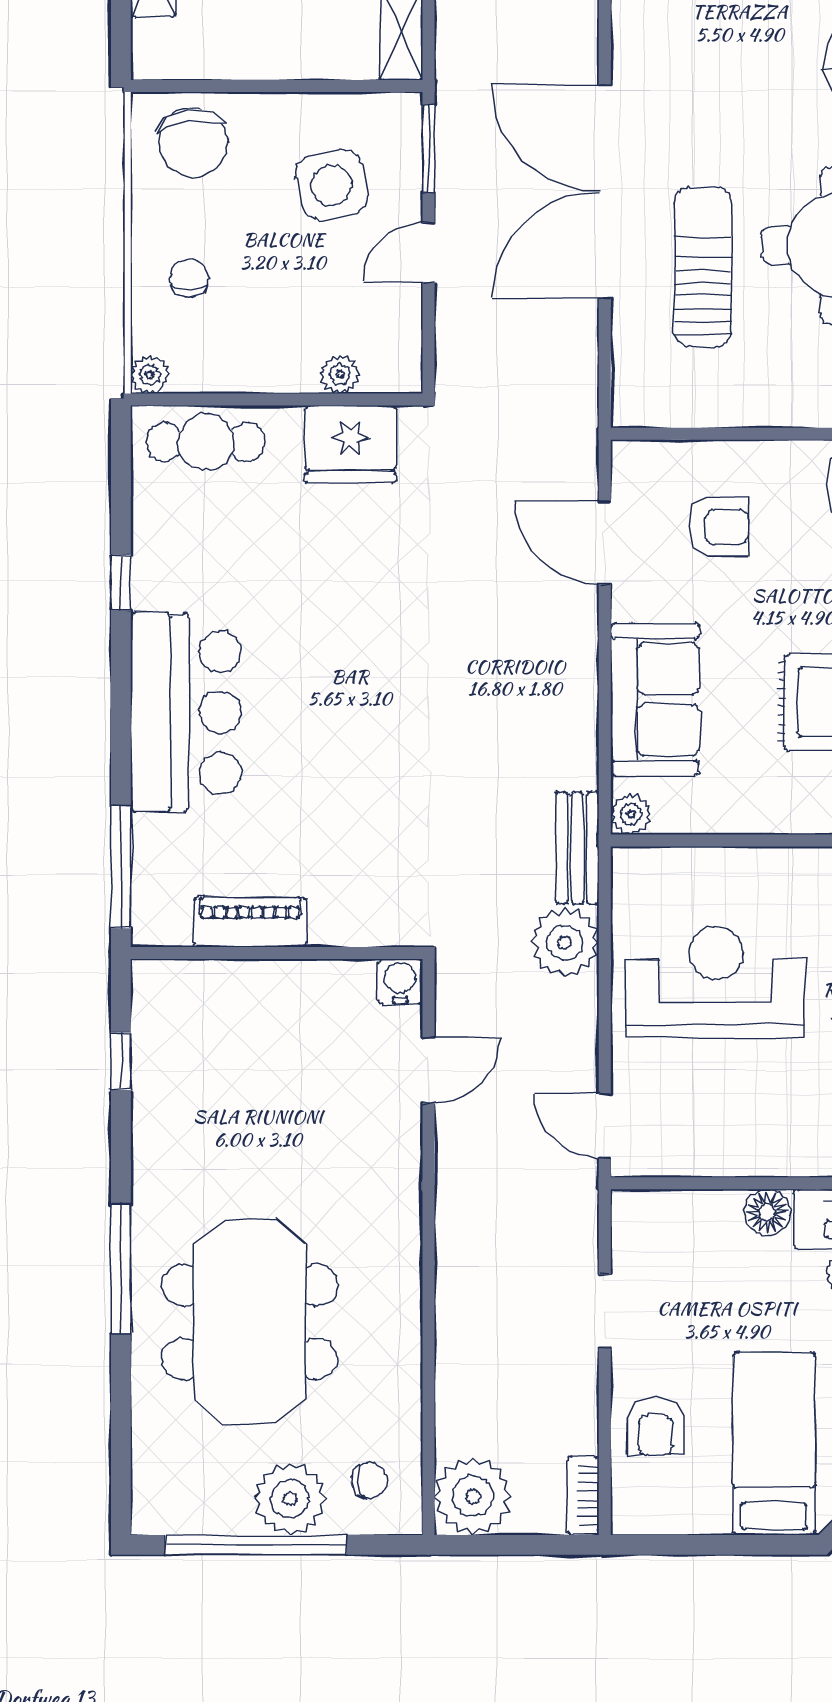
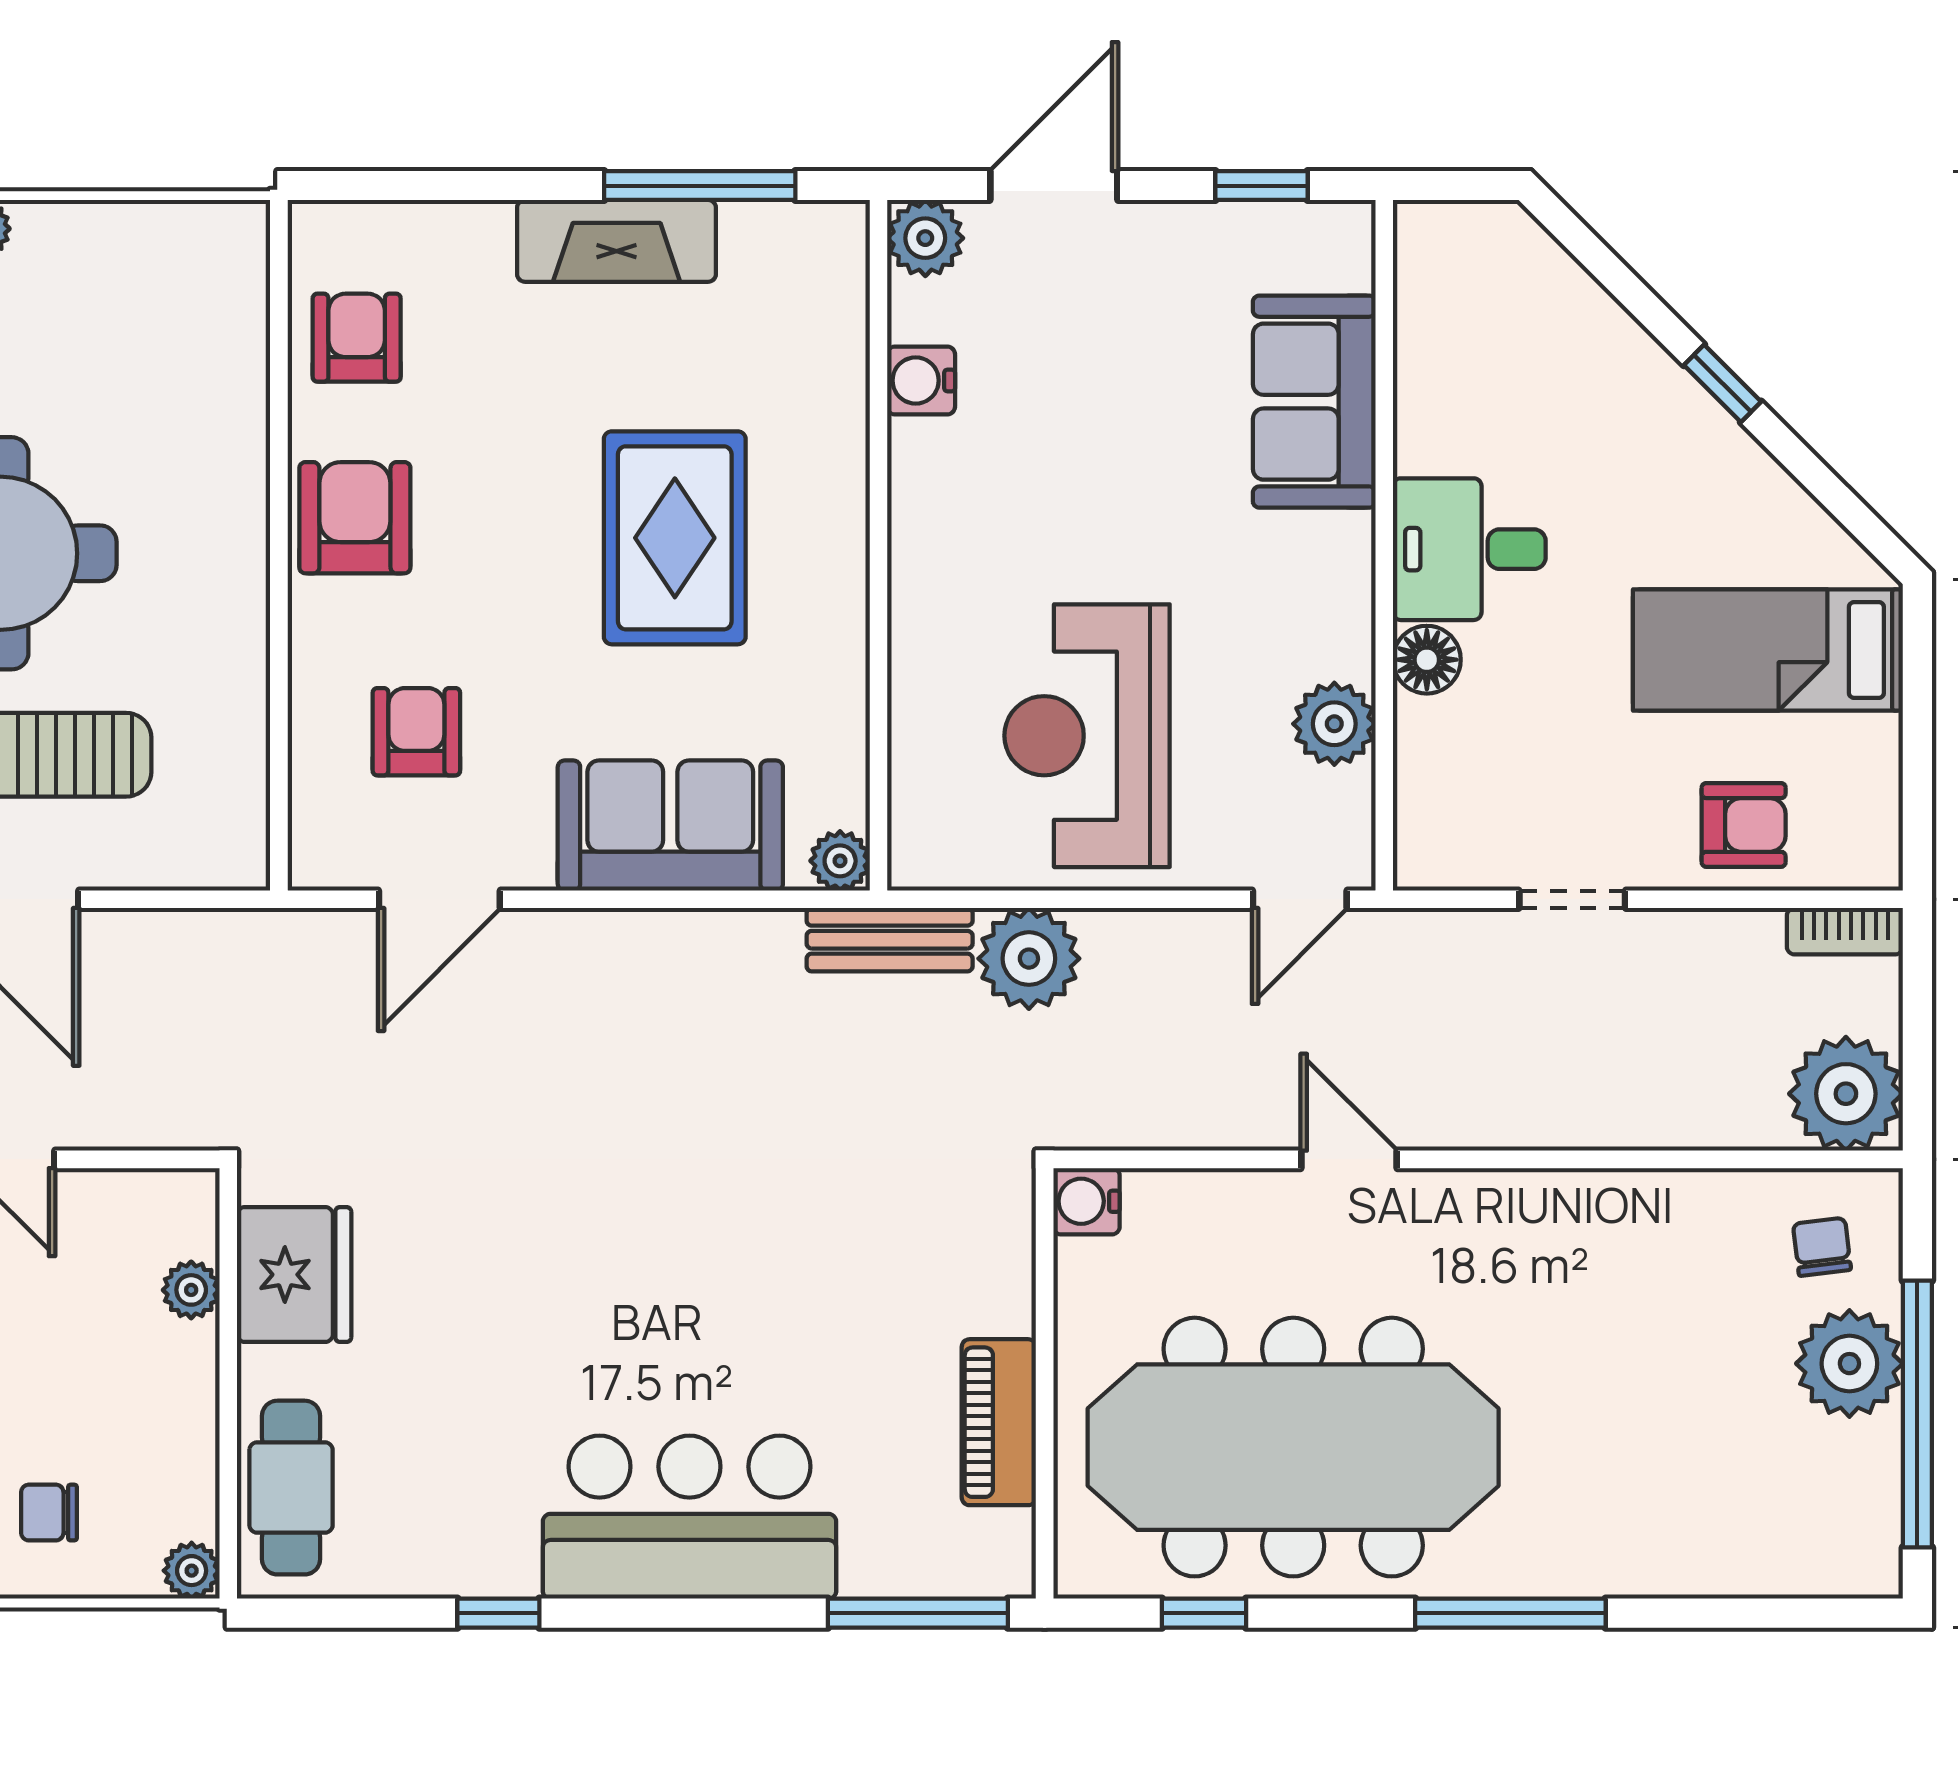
door: (428, 1070) -> (1349, 1159), moved
plant: (724, 1149) -> (1334, 724), added
meeting table: (250, 1322) -> (1293, 1447), moved, width x1.36

